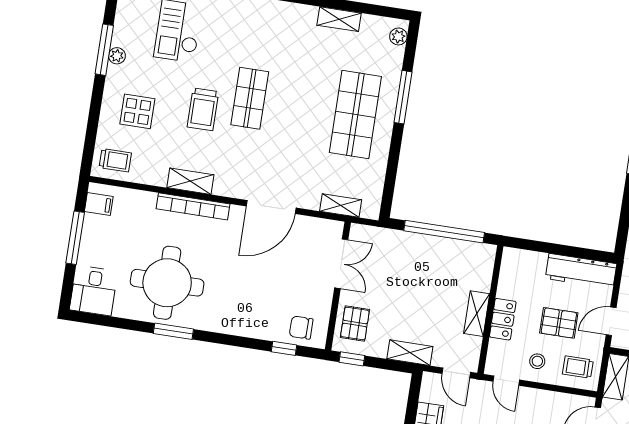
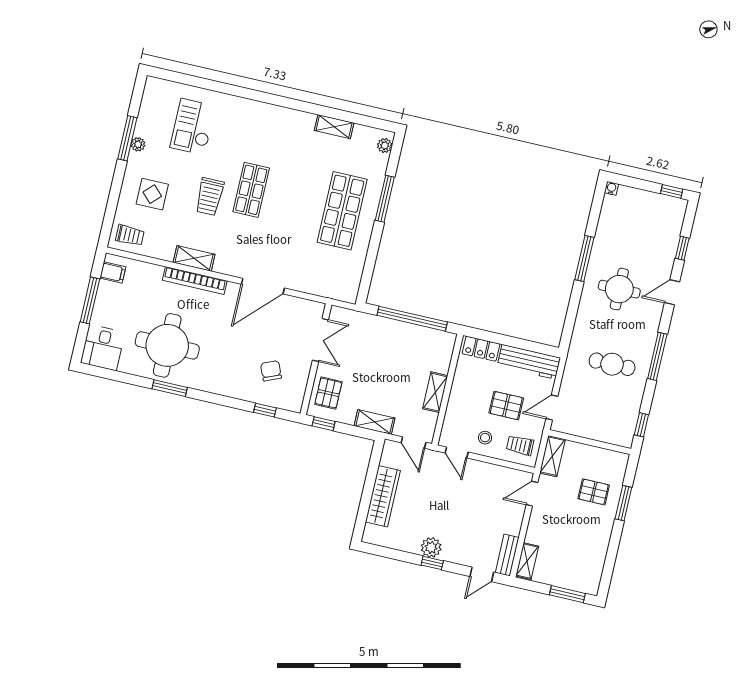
shelving: (341, 206) -> (323, 289), removed
locker: (503, 319) -> (481, 349), moved, turned 90
chair: (301, 328) -> (271, 371), moved, turned 67

